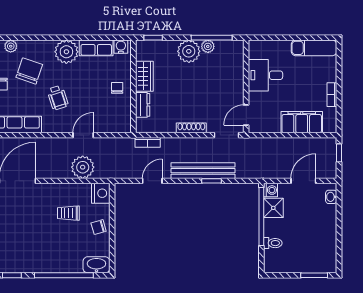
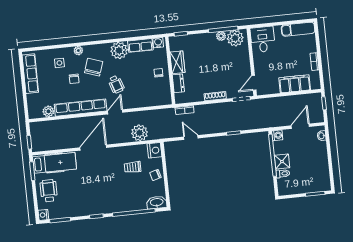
plant: (189, 51) -> (235, 38), moved
desk: (265, 75) -> (263, 39), moved, turned 90
door: (83, 135) -> (115, 112), moved
bench: (203, 171) -> (227, 126), removed
door: (152, 181) -> (191, 137), hinge flipped
shower: (273, 208) -> (282, 162), moved

